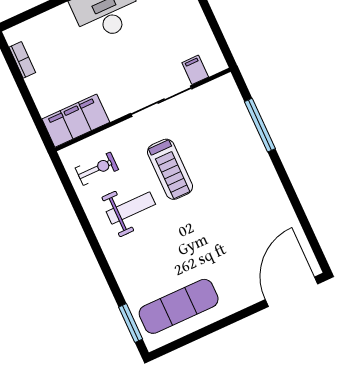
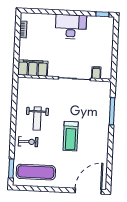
exercise bike: (97, 169) -> (28, 142), moved
treadmill: (170, 169) -> (71, 136), moved
weight bench: (131, 208) -> (37, 118), turned 90

